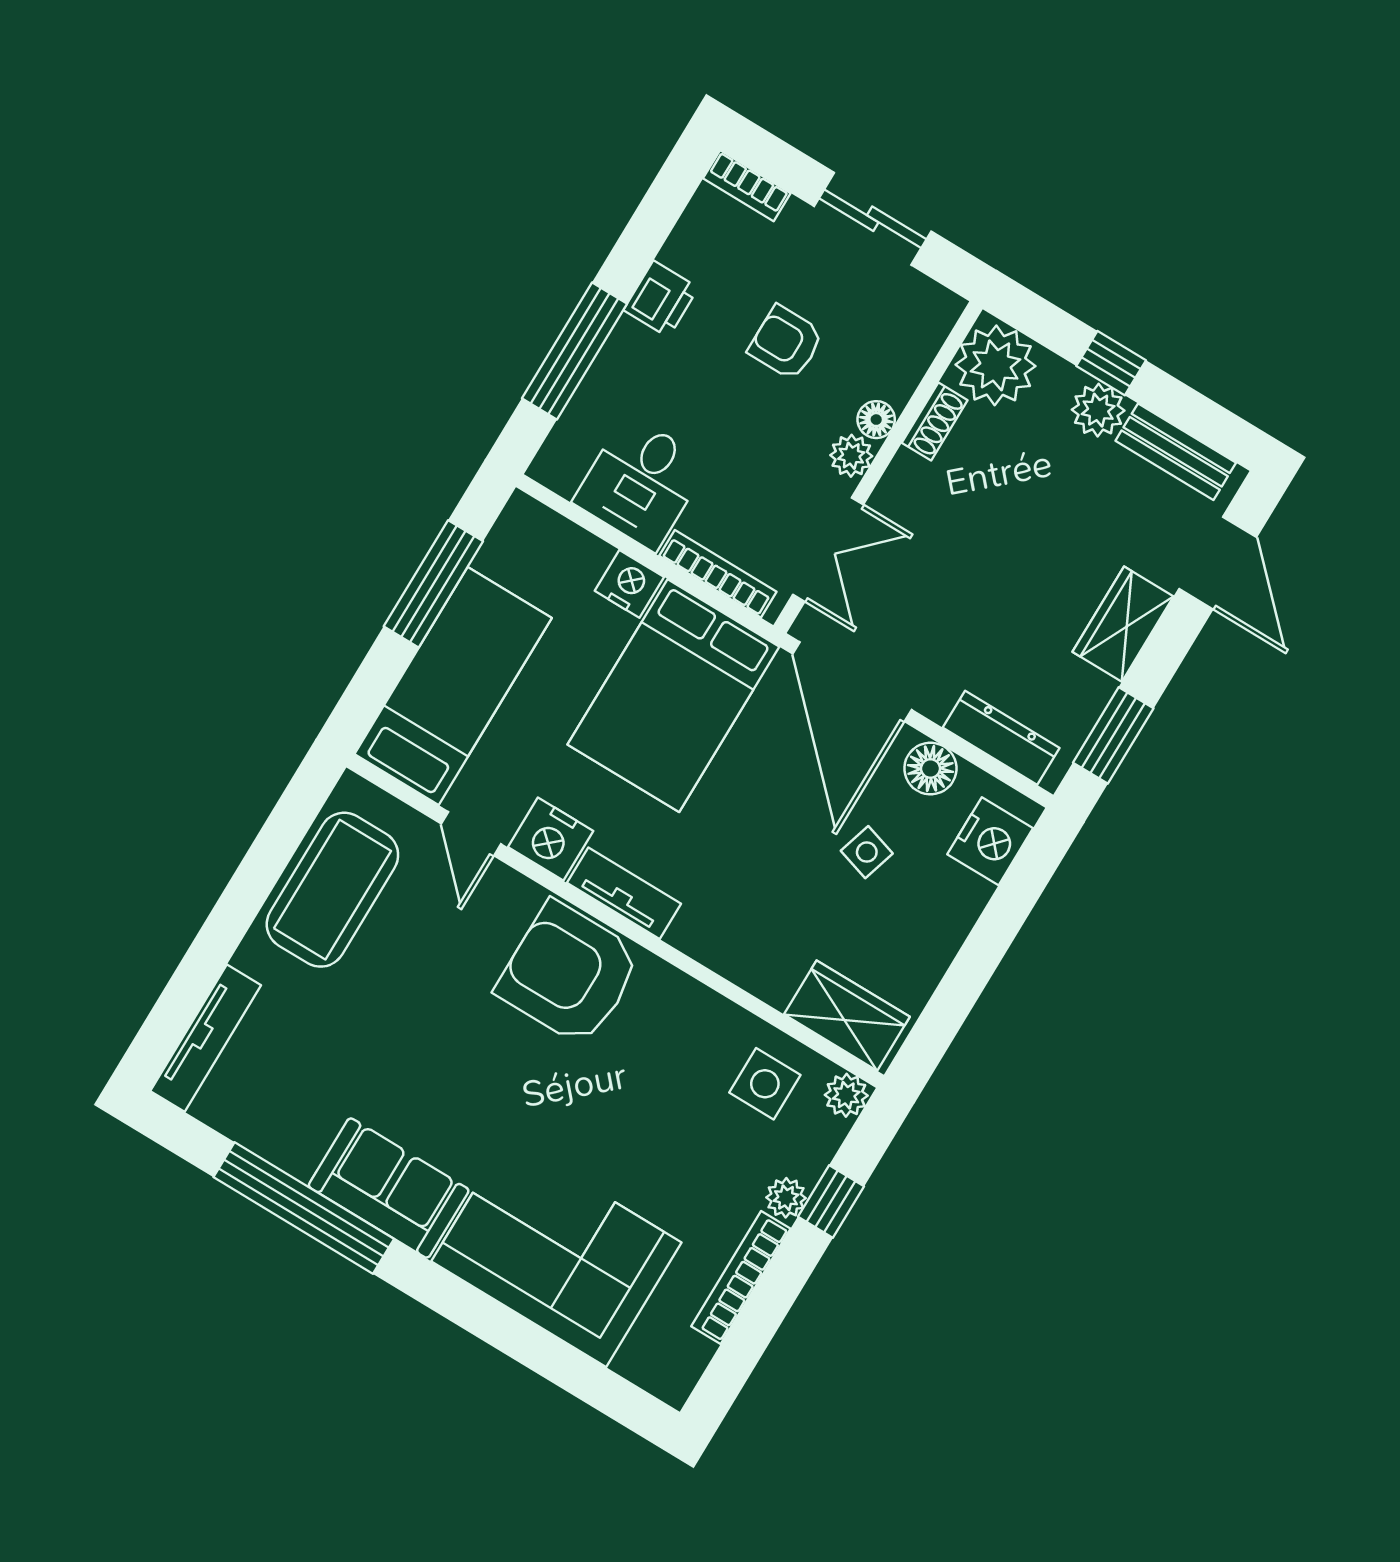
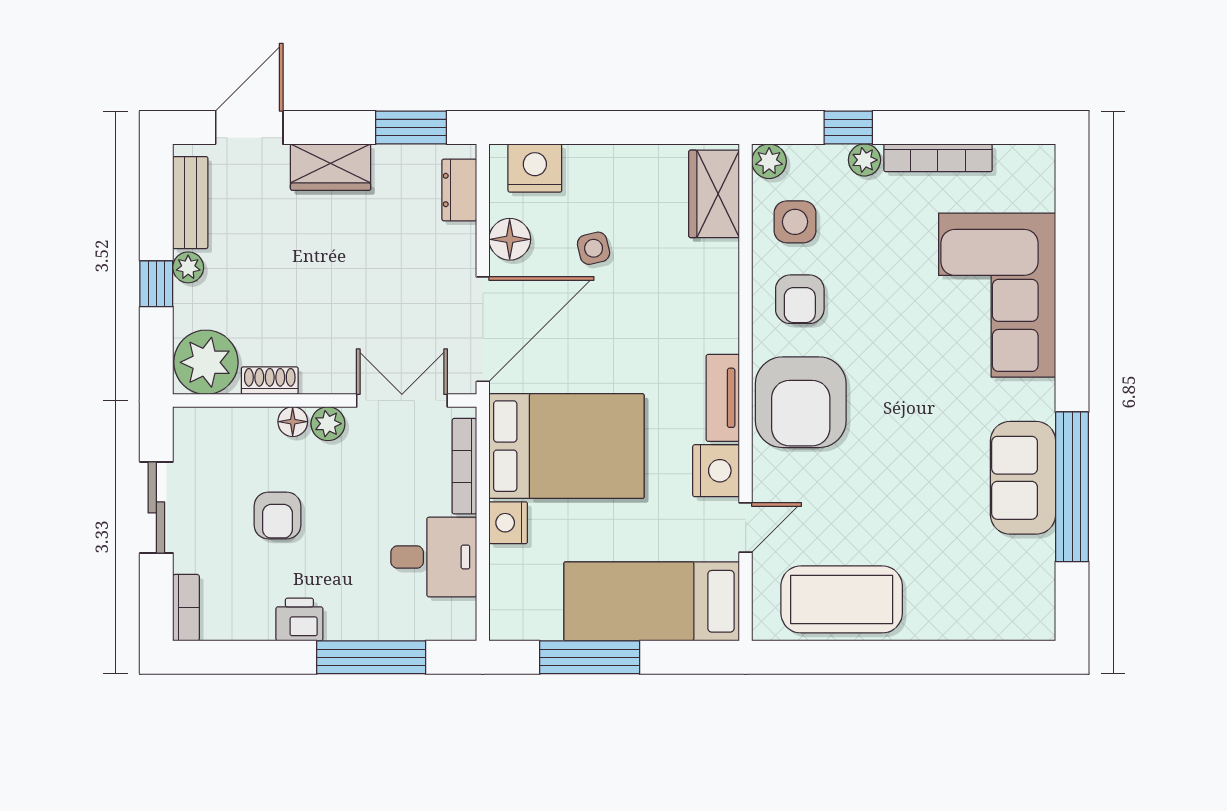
plant: (1098, 410) -> (188, 267), width x0.73, depth x0.73
dresser: (1001, 738) -> (459, 190), width x0.70
side table: (867, 852) -> (594, 248), turned -30
tv unit: (206, 1038) -> (996, 625), removed
armchair: (679, 1039) -> (800, 299), added
sofa: (389, 1188) -> (1023, 478), moved

